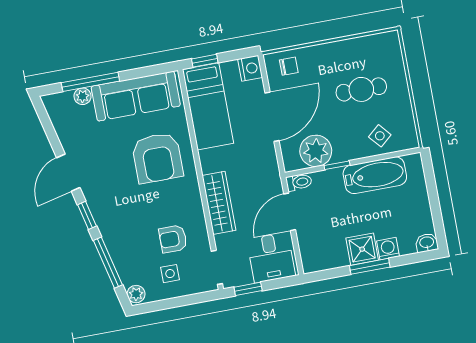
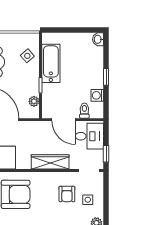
plant: (316, 151) -> (34, 101), width x0.53, depth x0.53
toilet: (299, 182) -> (84, 111), moved
shower: (362, 249) -> (95, 80), removed
washing machine: (388, 249) -> (97, 95), moved
window: (370, 266) -> (106, 77), width x0.67

